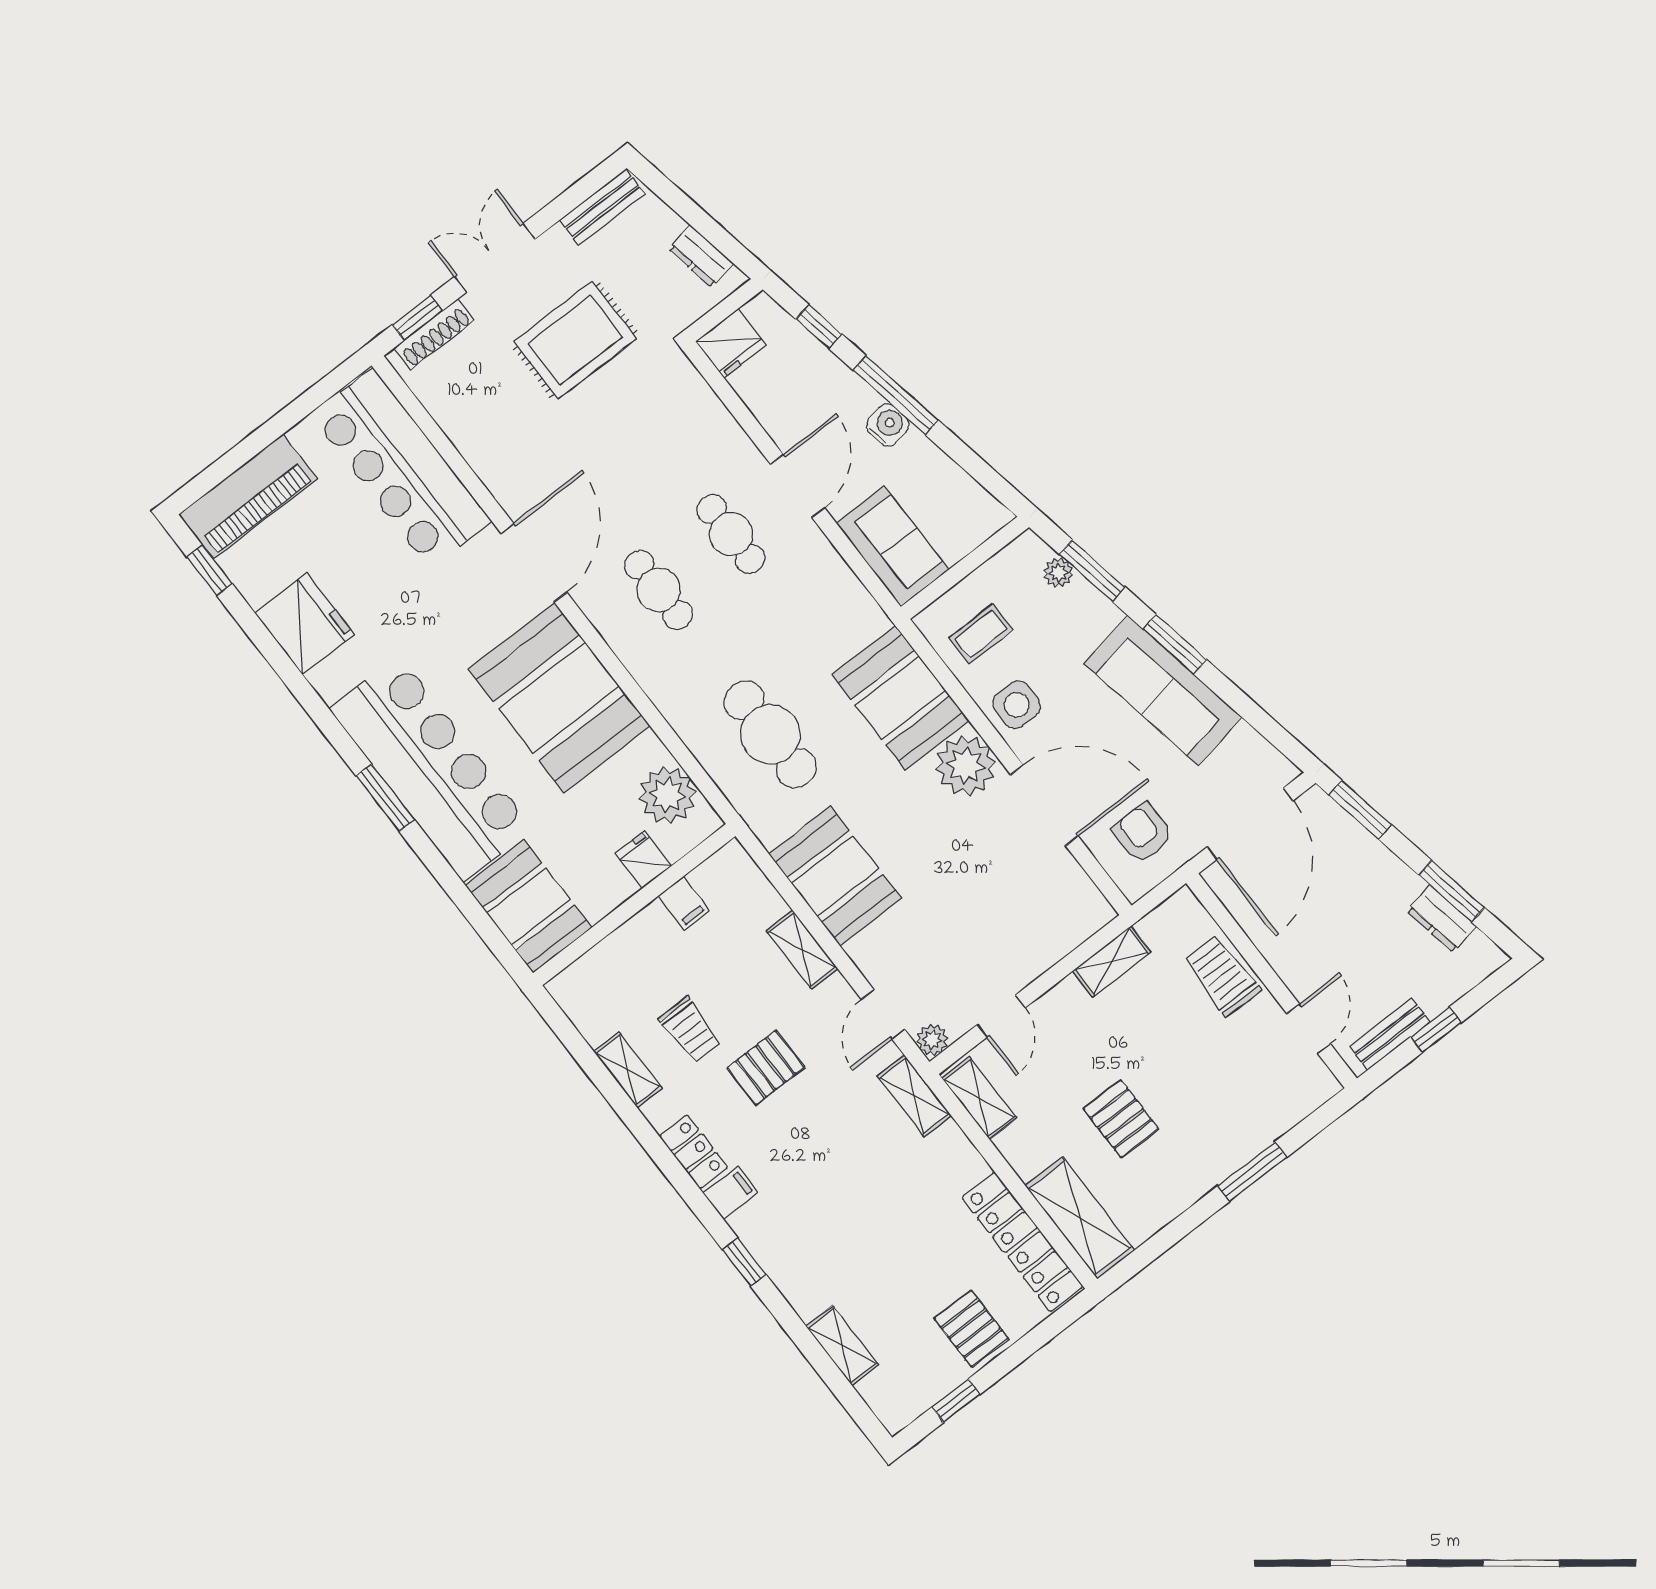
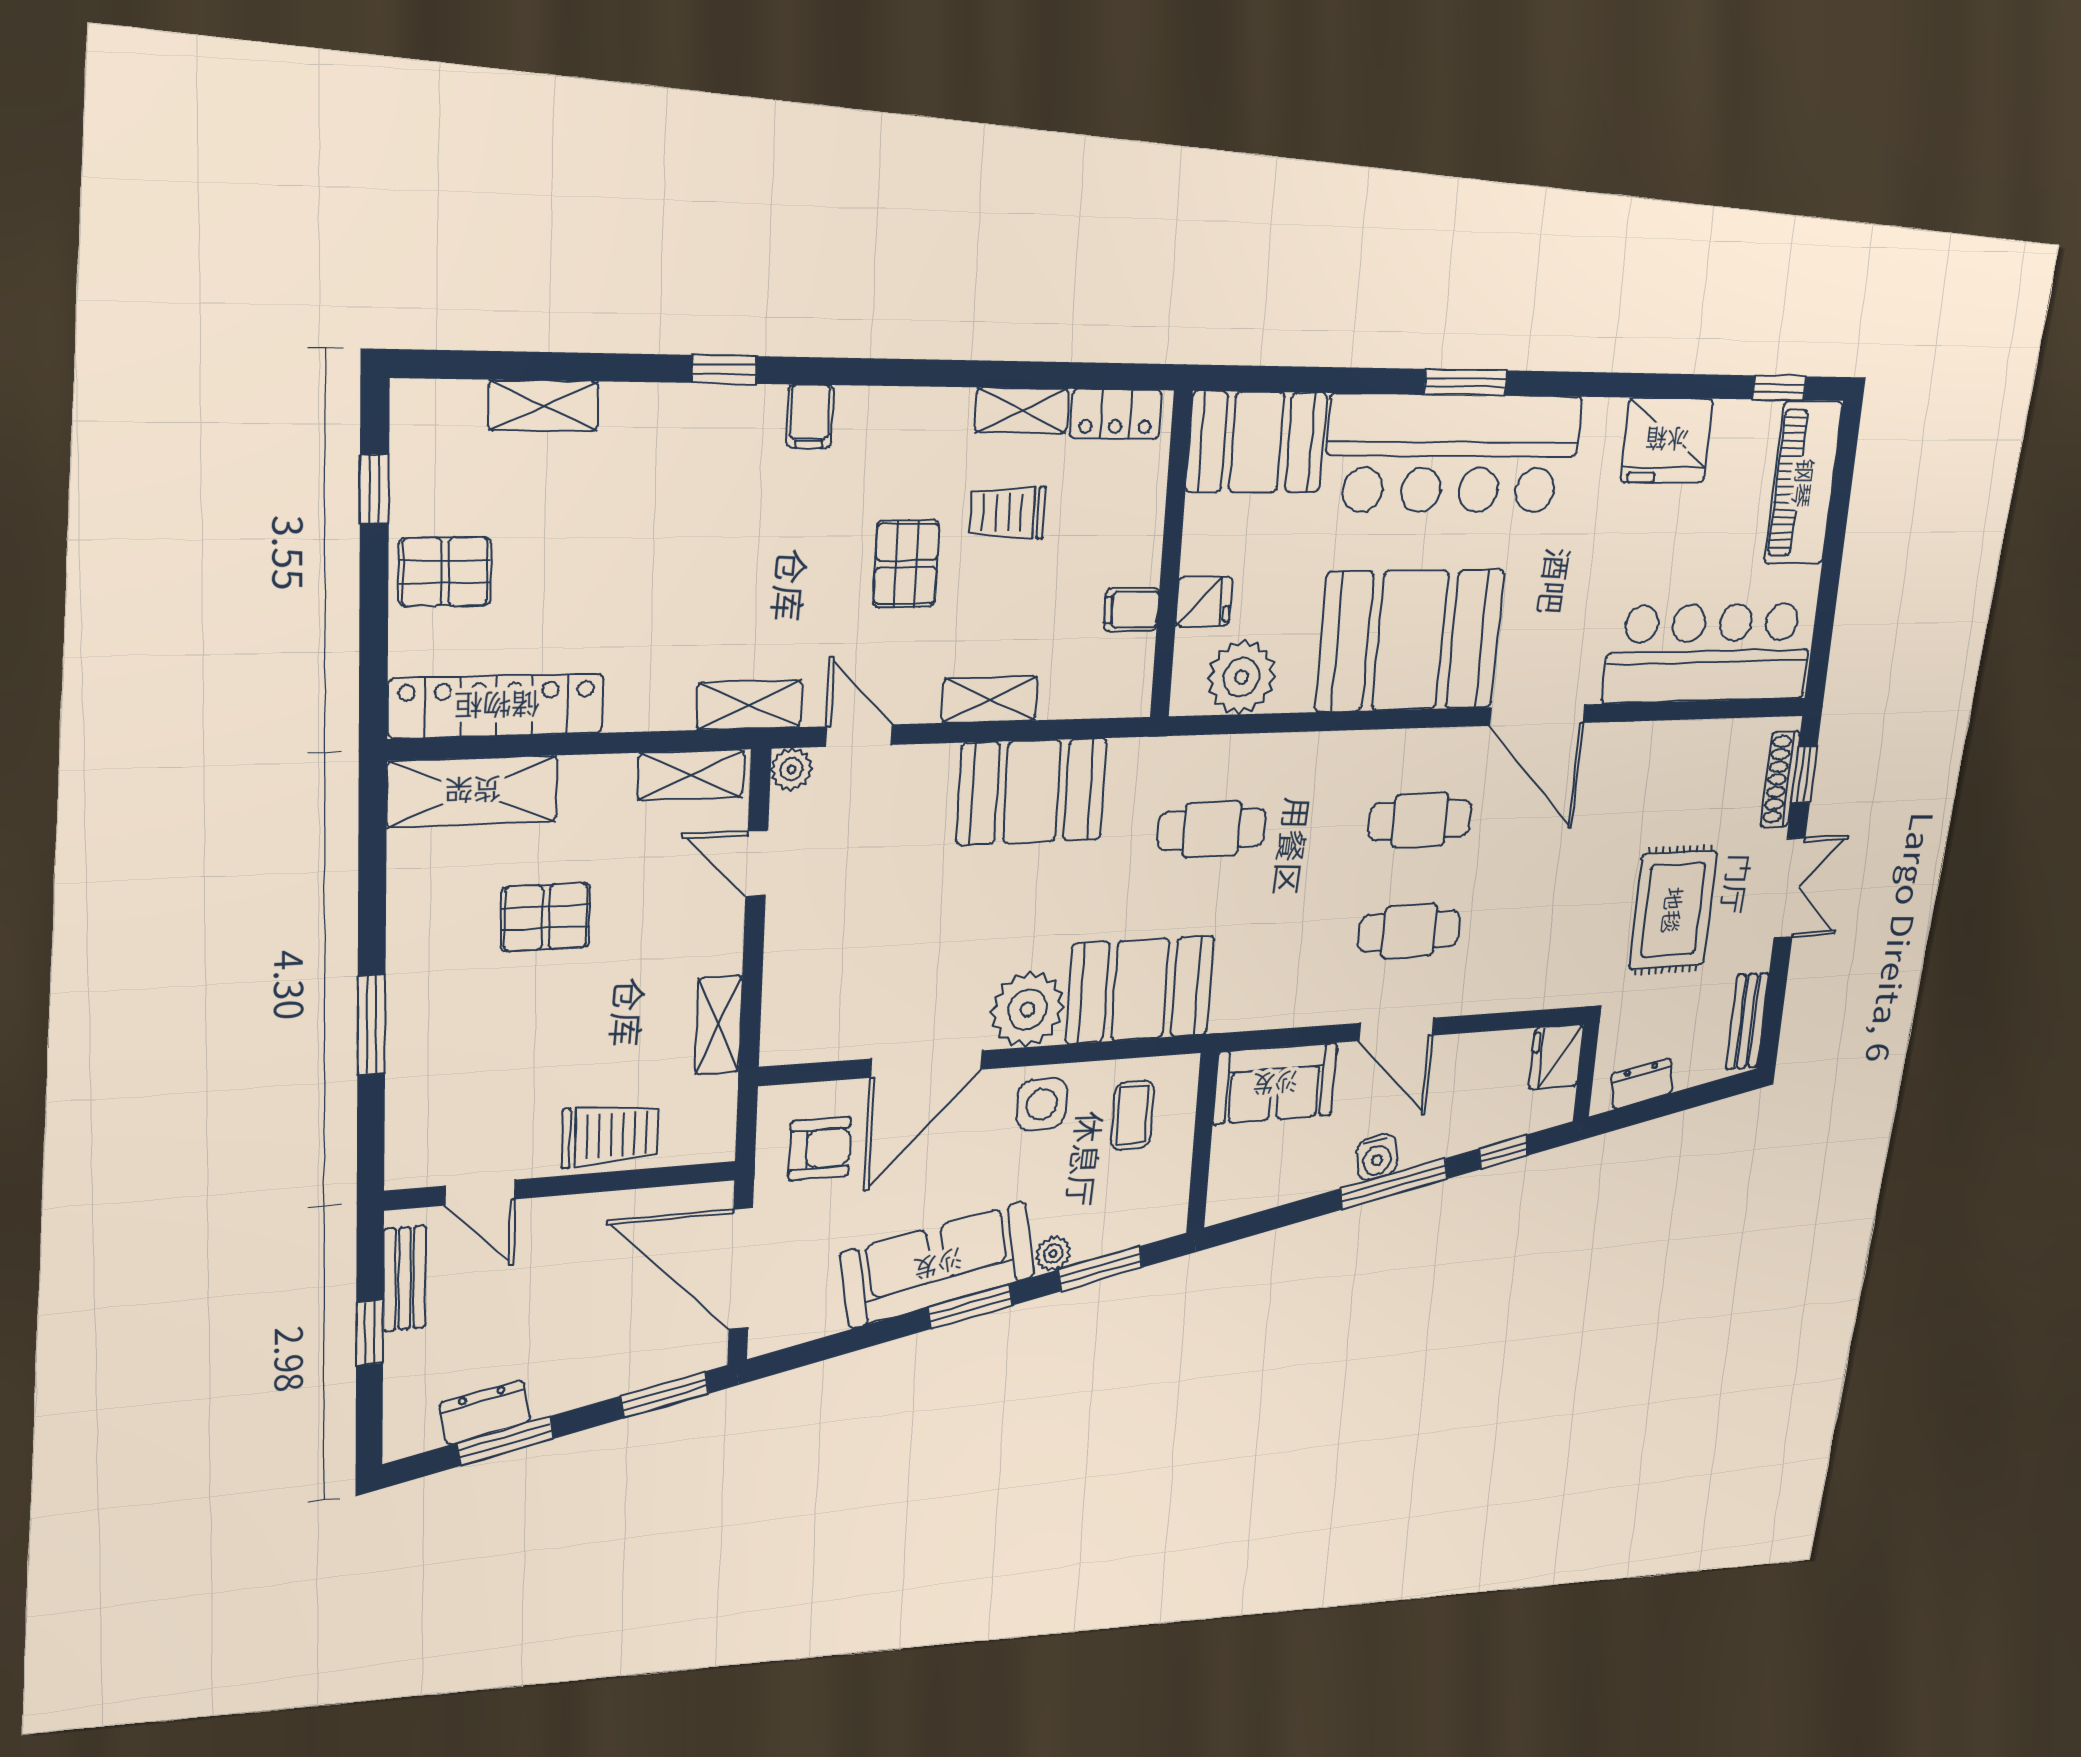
plant: (1058, 573) -> (1053, 1254), moved
cafe table: (770, 734) -> (1212, 829), width x0.73, depth x0.74
locker: (694, 1152) -> (1116, 414), moved

